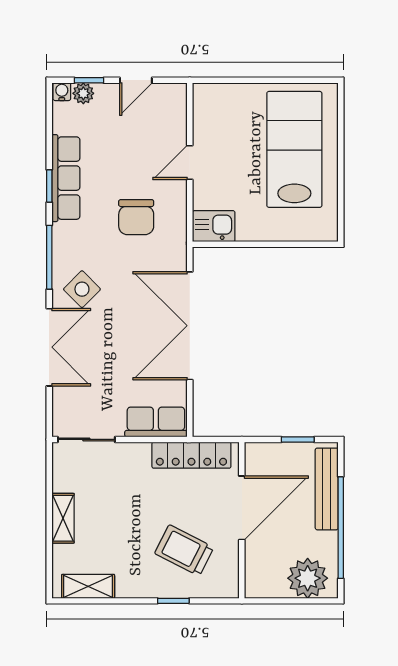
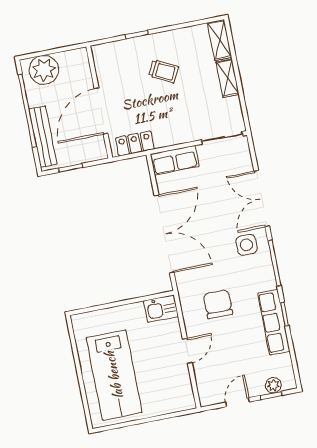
water cooler: (62, 92) -> (289, 383), removed
side table: (82, 289) -> (246, 245), turned 45
locker: (191, 455) -> (135, 143), width x0.66
trolley: (184, 550) -> (164, 71), moved, width x0.73, depth x0.72
shelving: (88, 586) -> (219, 40), moved, turned 90

